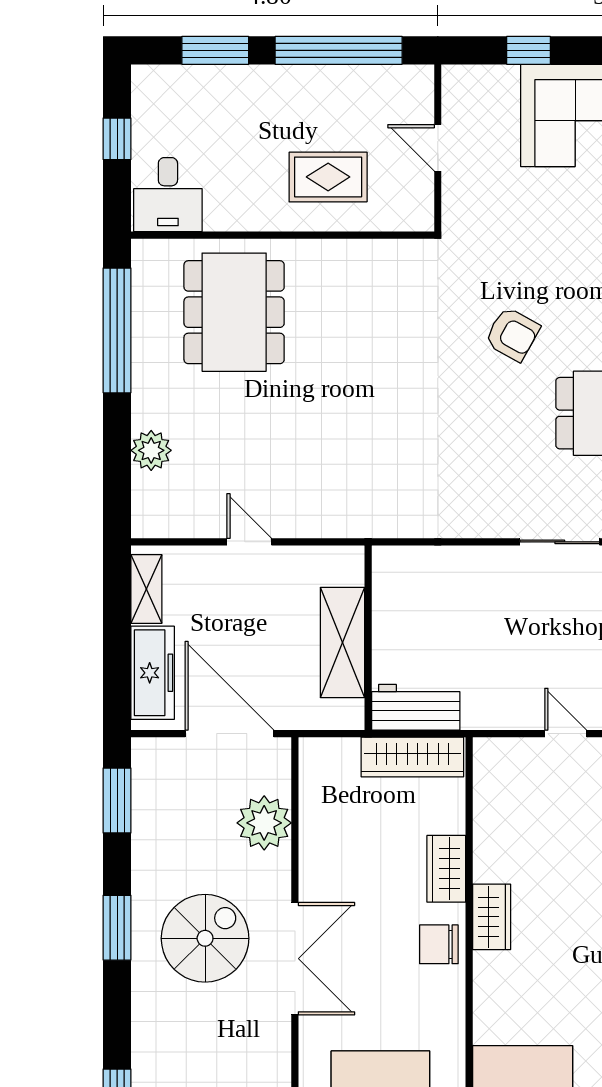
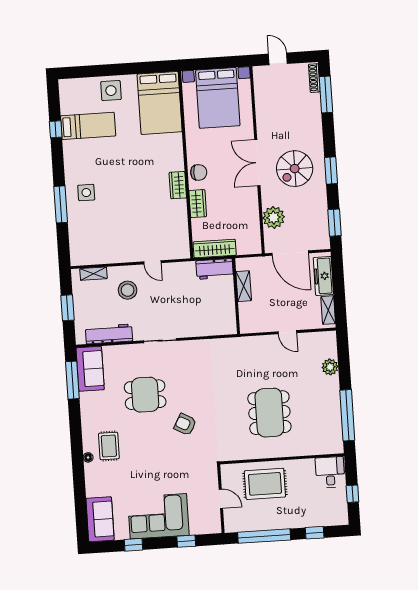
window: (215, 50) -> (315, 533), width x0.67
rug: (328, 177) -> (265, 484), width x1.36, depth x1.43
dining table: (234, 312) -> (269, 413), moved
shelving: (342, 642) -> (244, 286), width x0.67, depth x0.75

